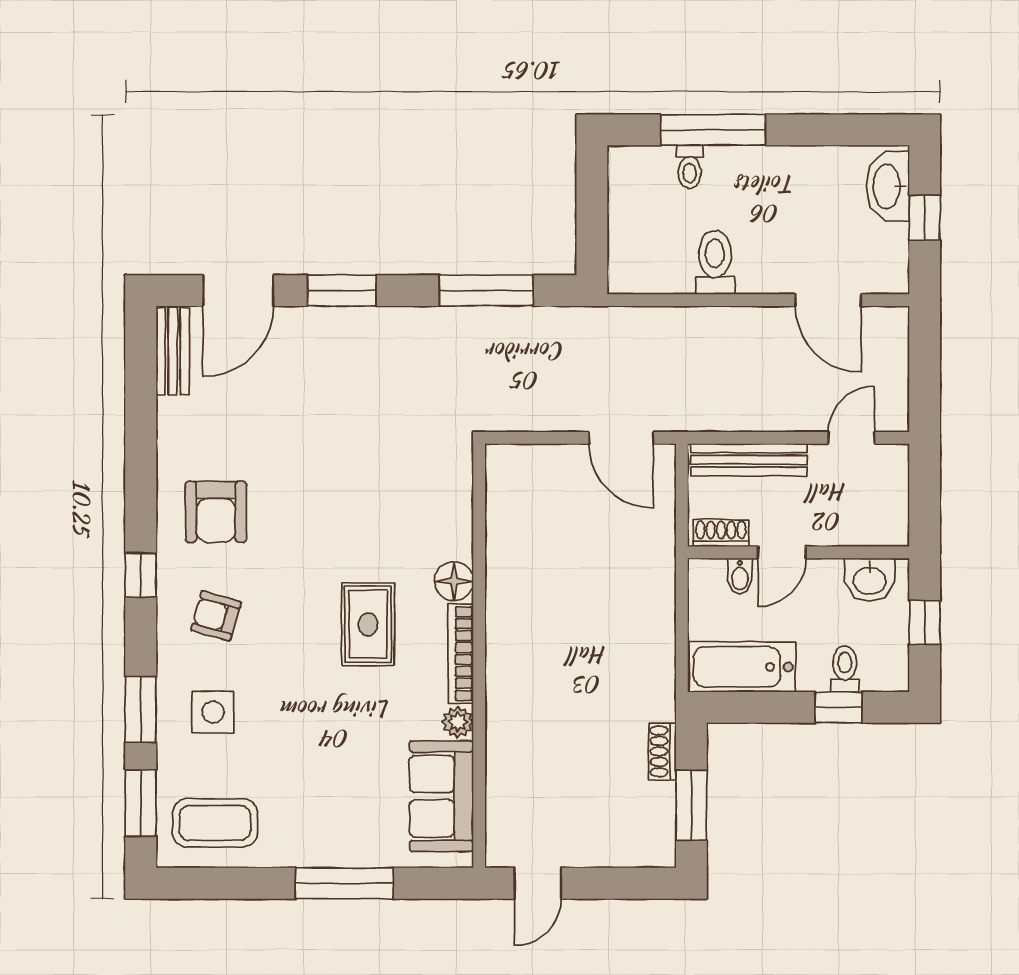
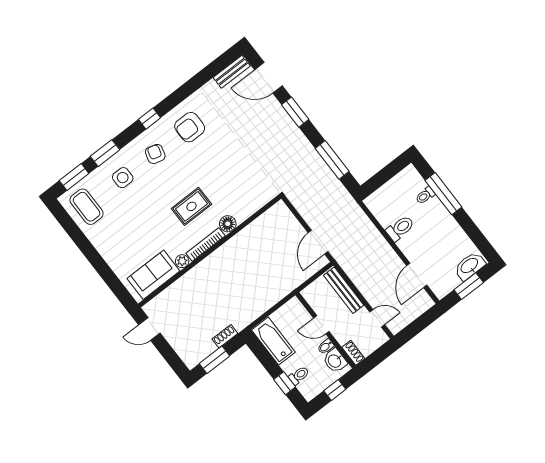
window: (925, 218) -> (469, 286), width x1.50
shoe rack: (721, 533) -> (353, 353), moved
bidet: (740, 576) -> (326, 346), moved
window: (344, 883) -> (100, 265), removed

